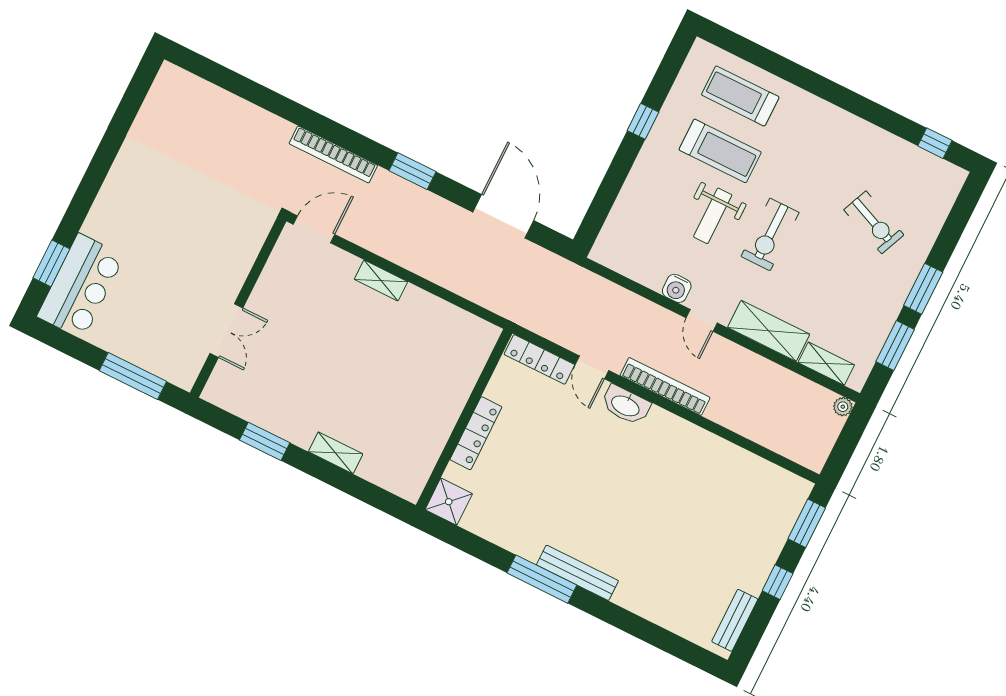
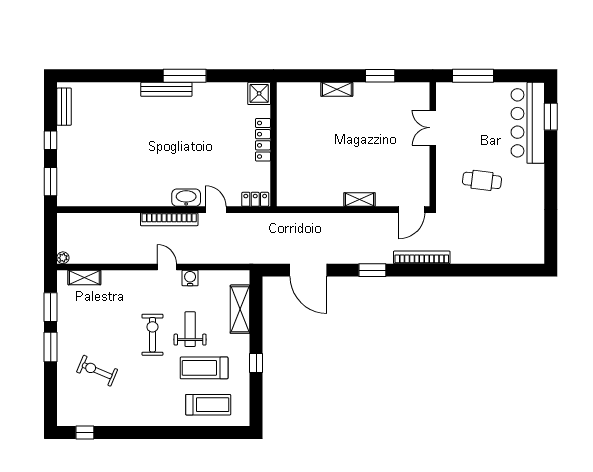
cafe table: (194, 221) -> (482, 180), added
bar counter: (81, 286) -> (528, 123), width x1.36
shelving: (769, 331) -> (240, 309), moved, turned 90
locker: (539, 359) -> (255, 199), width x0.66

